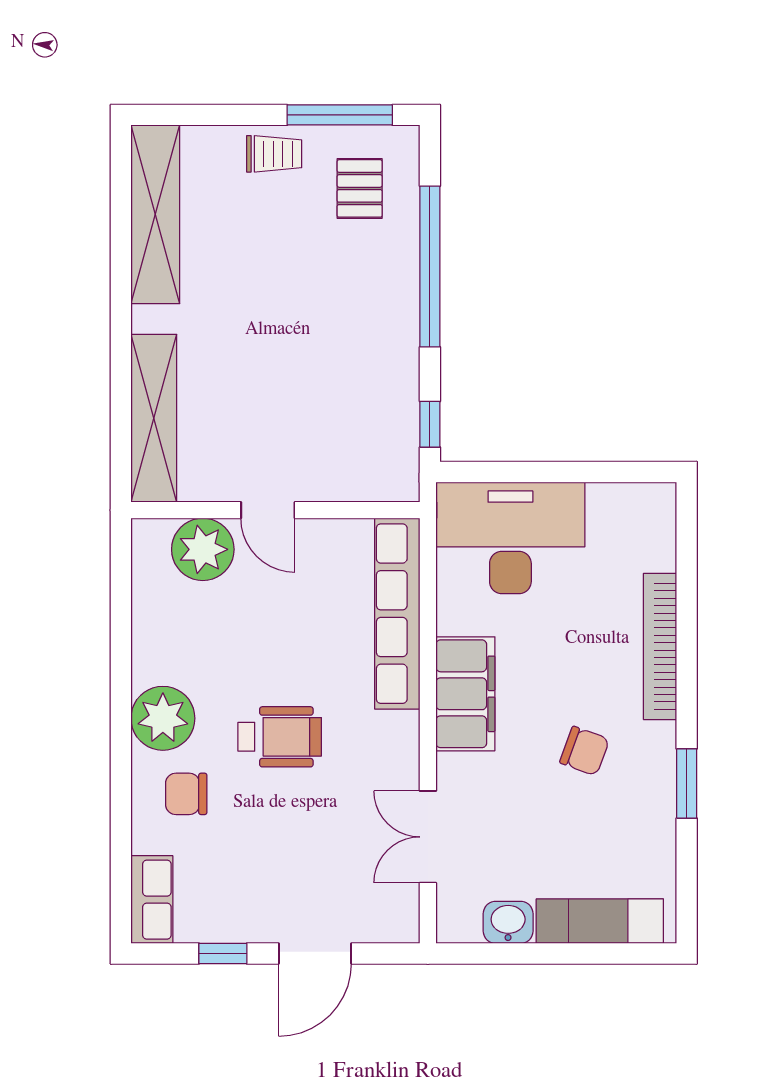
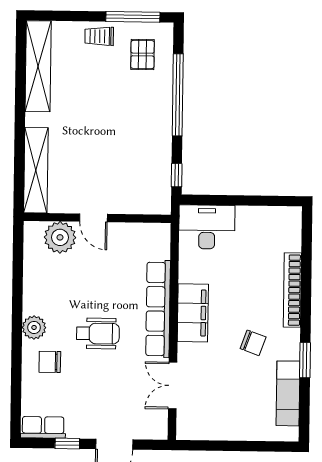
trolley: (274, 154) -> (99, 36), turned 180
desk: (510, 538) -> (207, 227), width x0.73, depth x0.77
row of seats: (397, 614) -> (158, 309), moved
plant: (163, 718) -> (34, 327), width x0.73, depth x0.73
row of seats: (152, 900) -> (43, 427), moved, turned -90
exam couch: (600, 921) -> (288, 393), moved, turned -90
washbasin: (508, 922) -> (213, 430), removed

